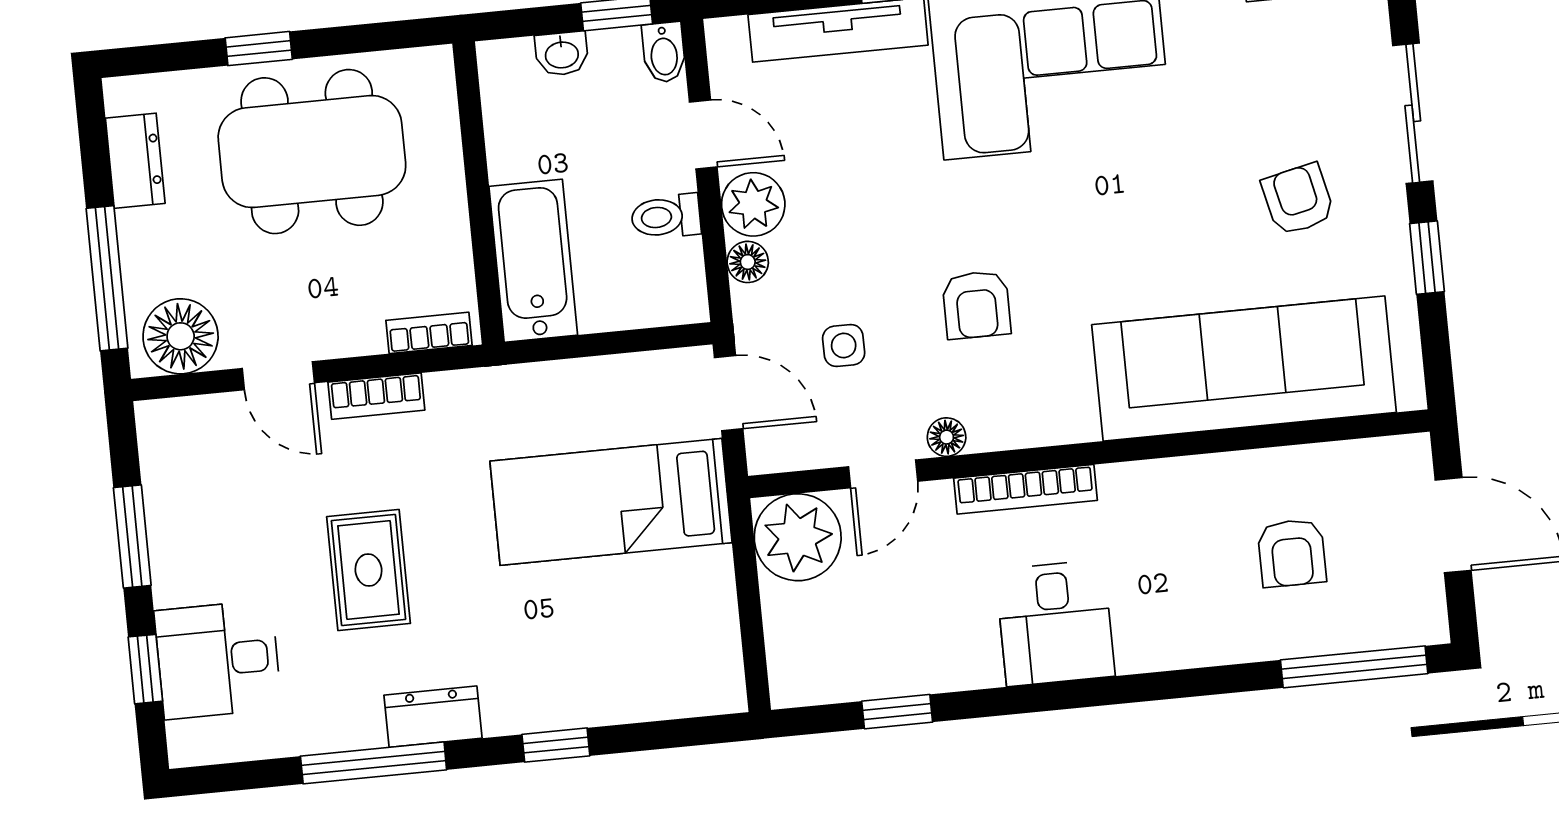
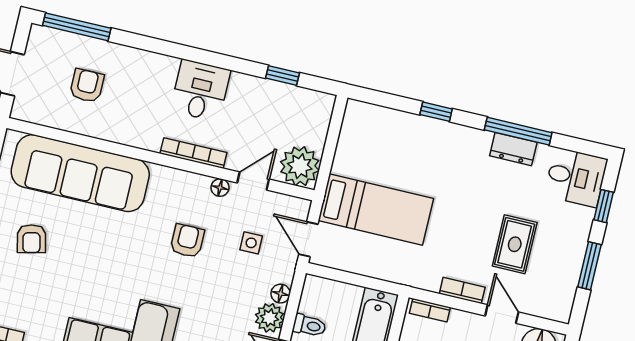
rug: (369, 570) -> (515, 244), moved
desk: (218, 660) -> (576, 177), moved
dresser: (433, 717) -> (513, 149), moved

